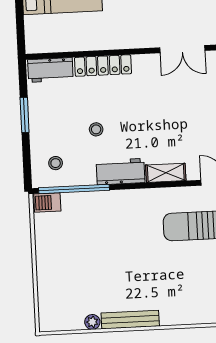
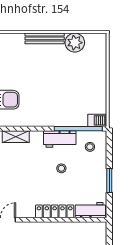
workbench: (121, 172) -> (60, 139), moved
plant: (92, 322) -> (75, 43), width x1.88, depth x1.88

